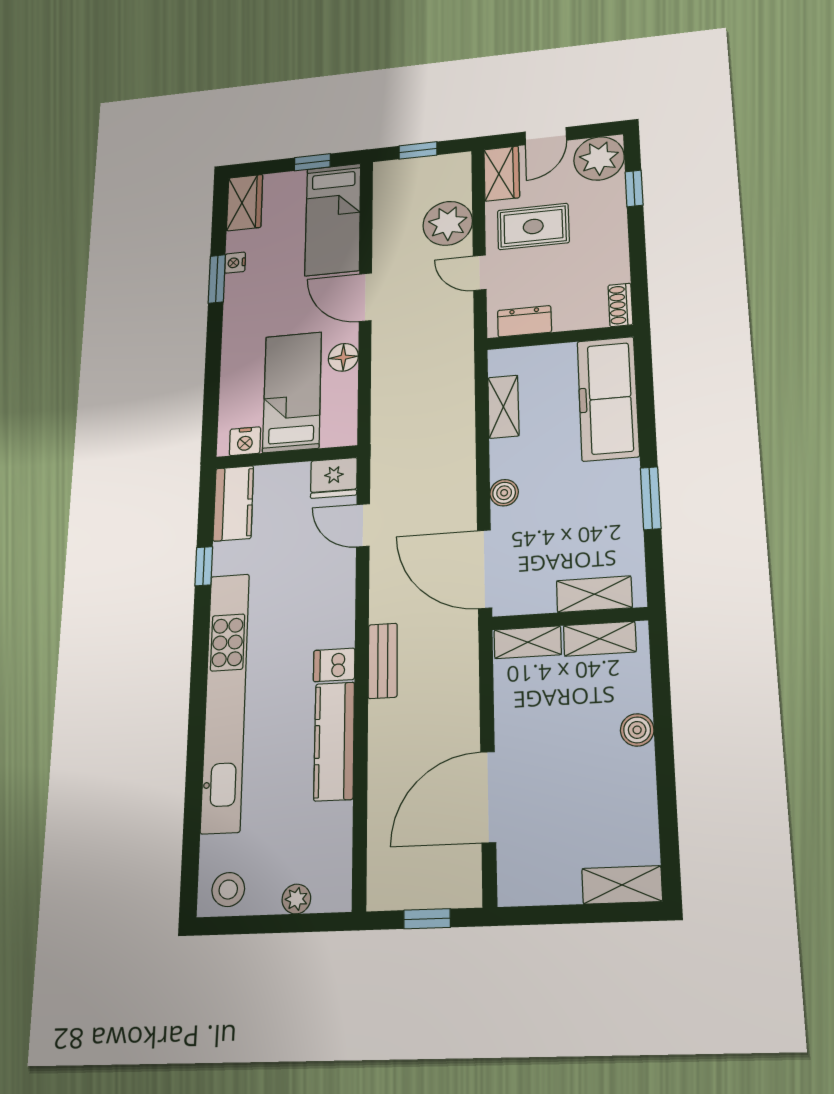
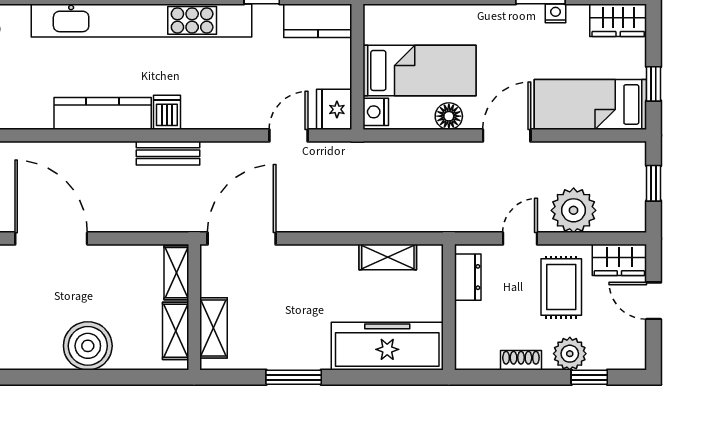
plant: (599, 158) -> (570, 354), moved, width x0.73, depth x0.73
shoe rack: (620, 305) -> (521, 360), moved
nightstand: (245, 441) -> (376, 112), moved
boiler: (504, 493) -> (308, 256), removed
boiler: (637, 730) -> (88, 346), width x1.86, depth x1.86

